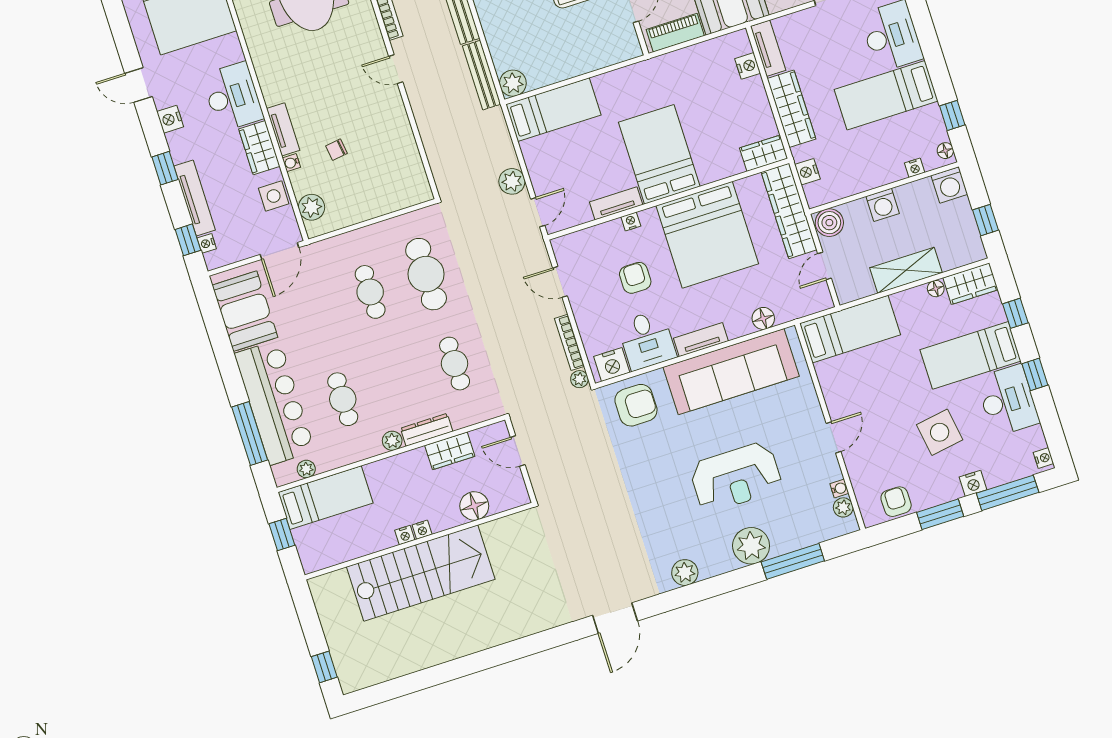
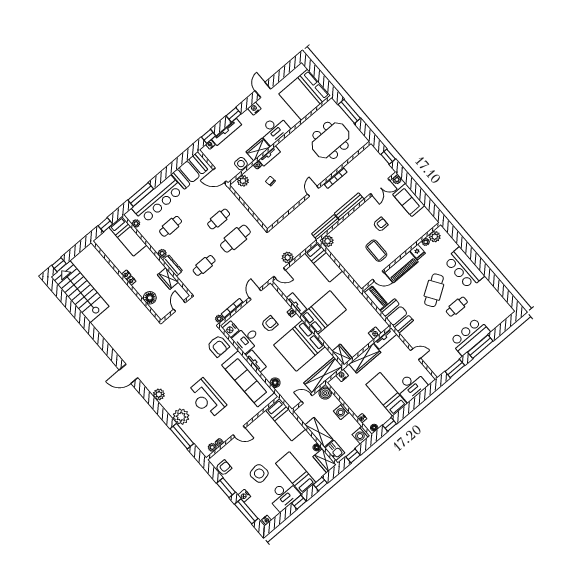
kitchen sink: (958, 253) -> (335, 450), added
stairs: (421, 573) -> (80, 292), moved, turned 180

